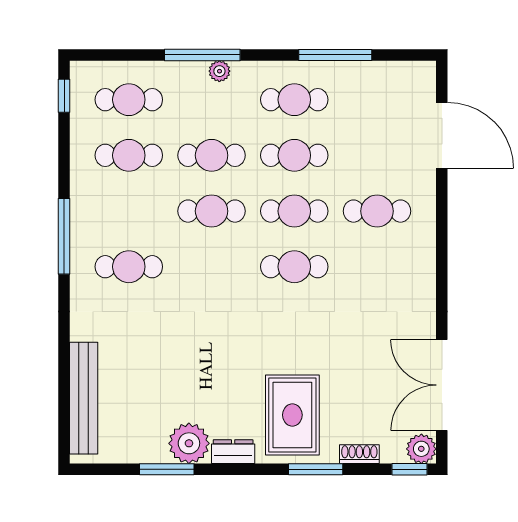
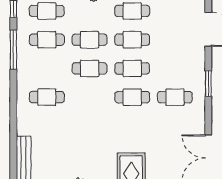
cafe table: (377, 211) -> (175, 97), moved
window: (64, 236) -> (13, 50), moved
window: (442, 240) -> (208, 84), added

